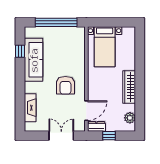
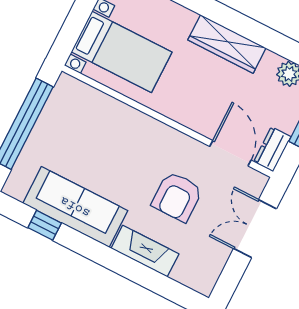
armchair: (65, 85) -> (177, 197), moved, turned 90
fireplace: (30, 108) -> (145, 251), moved

